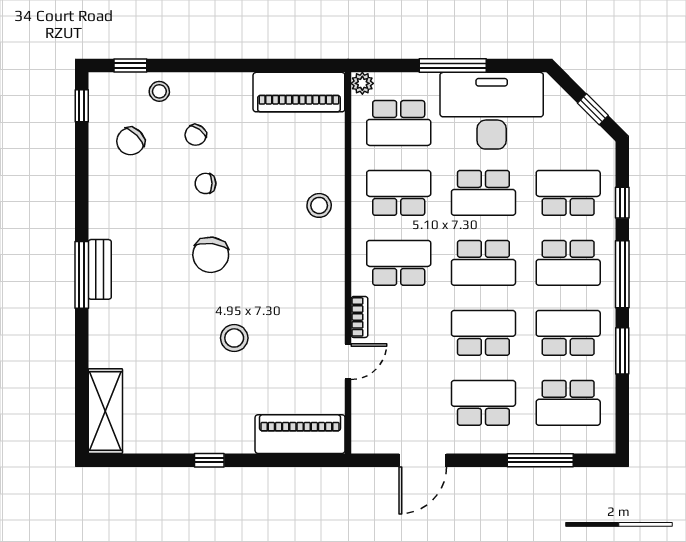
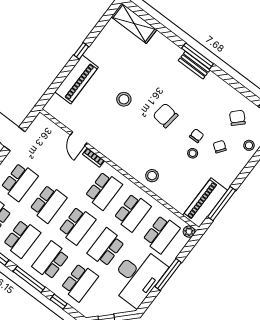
window: (281, 66) -> (222, 204), added
school desk: (399, 123) -> (161, 234), turned 180
stool: (237, 169) -> (193, 153), added
school desk: (483, 263) -> (77, 226), turned 180
piano: (300, 434) -> (76, 80), moved

